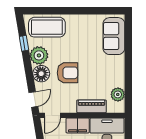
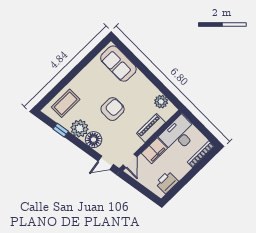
coffee table: (47, 27) -> (66, 103), width x0.73, depth x0.76
armchair: (68, 73) -> (113, 109), moved
door: (33, 99) -> (106, 163), swing flipped

